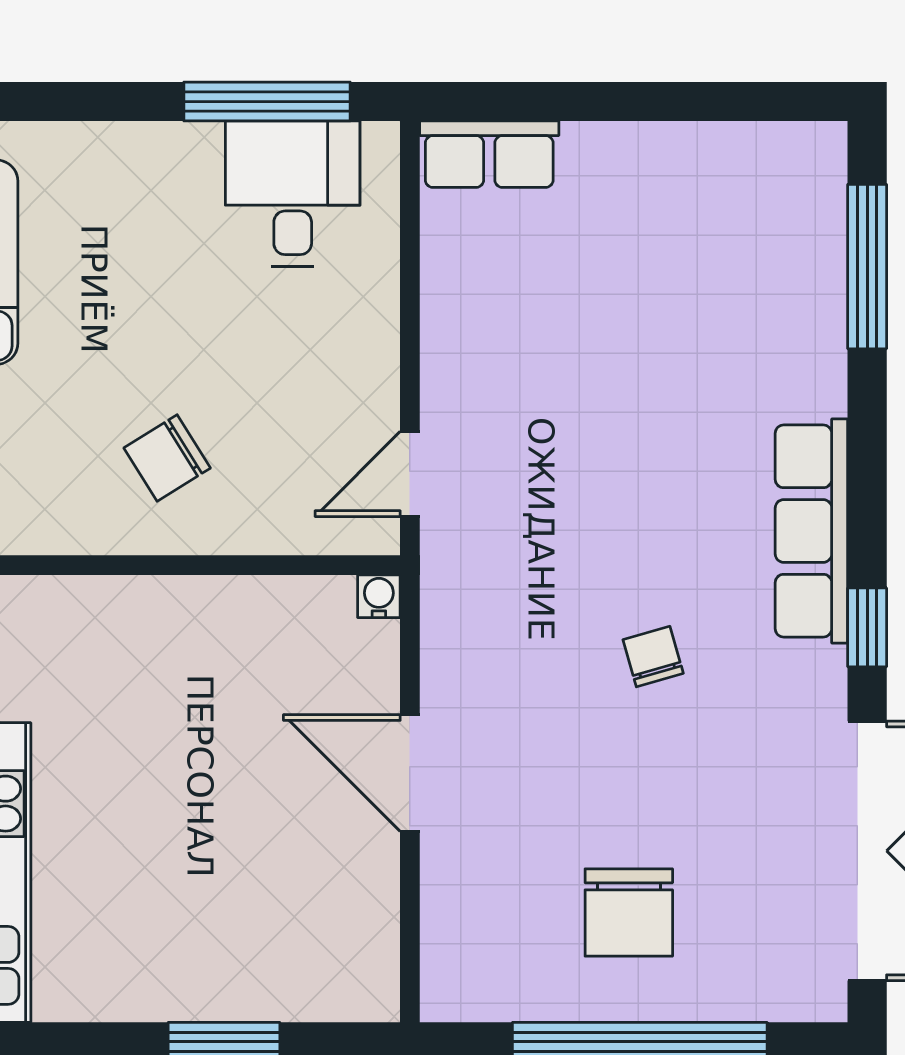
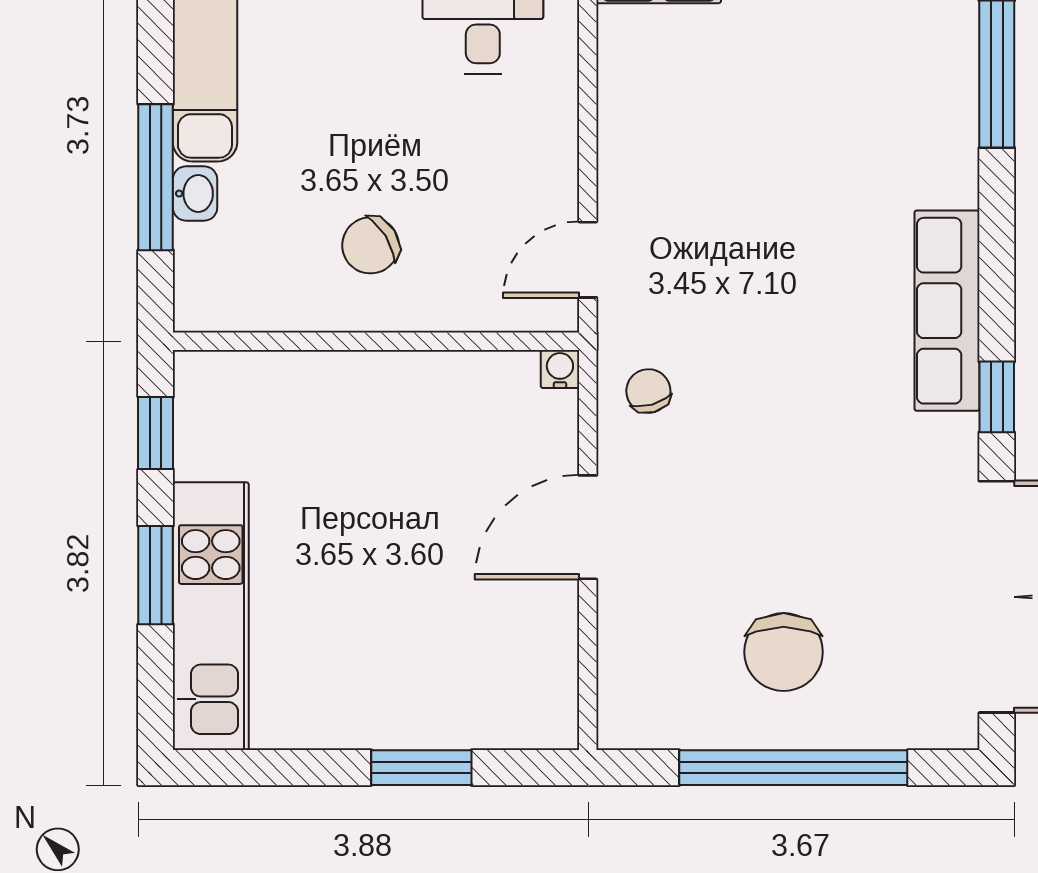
chair: (653, 657) -> (648, 391), moved
door: (410, 773) -> (588, 527), hinge flipped

